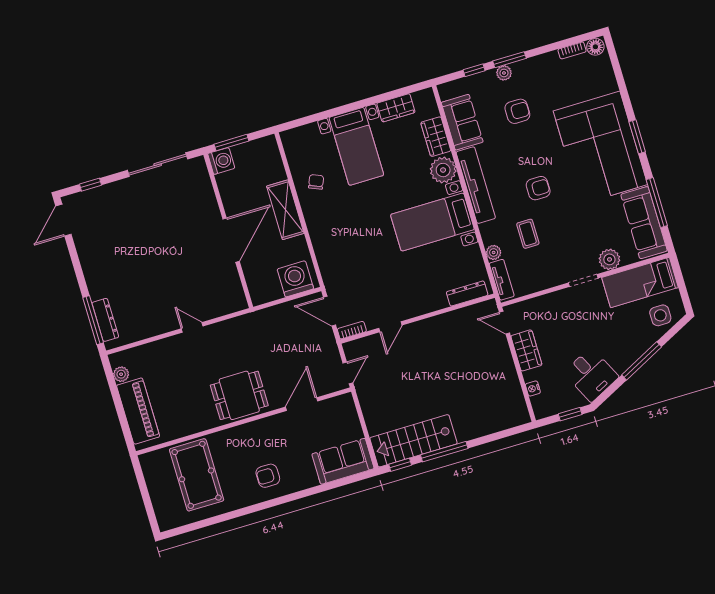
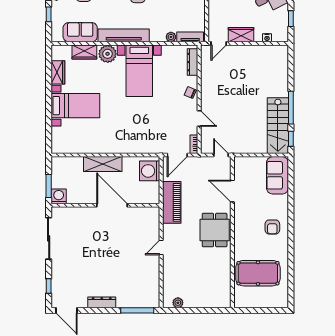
chair: (316, 182) -> (190, 93), moved
coffee table: (528, 234) -> (165, 11), removed
dresser: (105, 320) -> (102, 302), moved
piano: (138, 411) -> (172, 202), moved, turned 90

